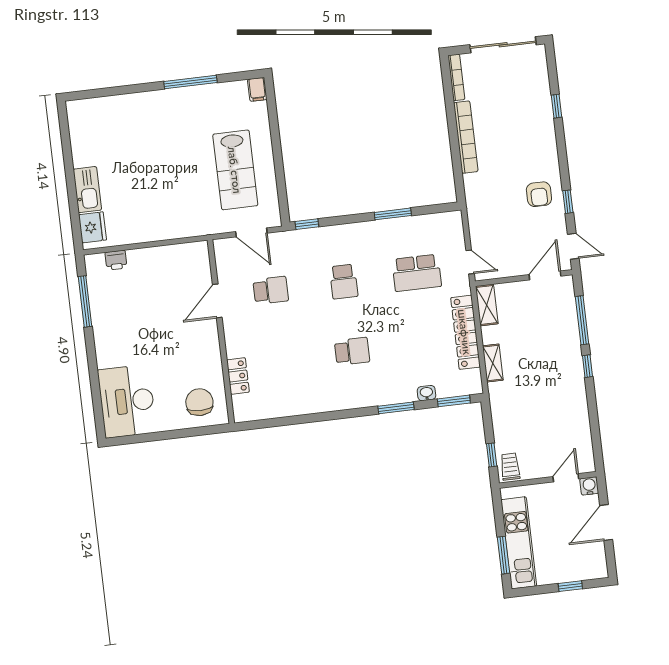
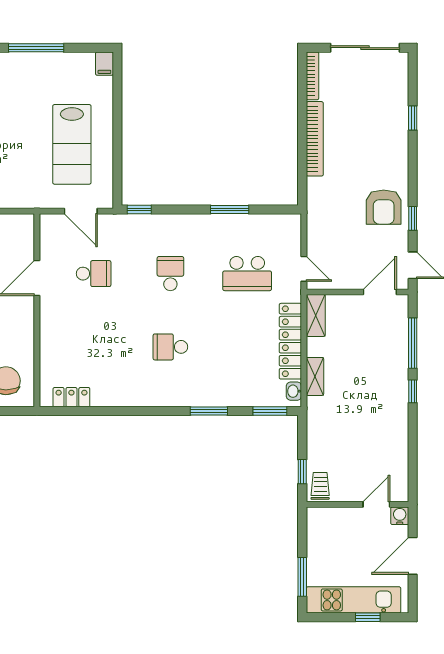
armchair: (539, 194) -> (384, 207), width x1.38, depth x1.38
school desk: (344, 282) -> (170, 274), turned 180
school desk: (352, 351) -> (170, 347), turned 180
locker: (238, 376) -> (71, 397), moved, turned -90
washbasin: (426, 393) -> (294, 391), moved, turned -90
kitchen unit: (519, 543) -> (353, 600), moved, turned -90

